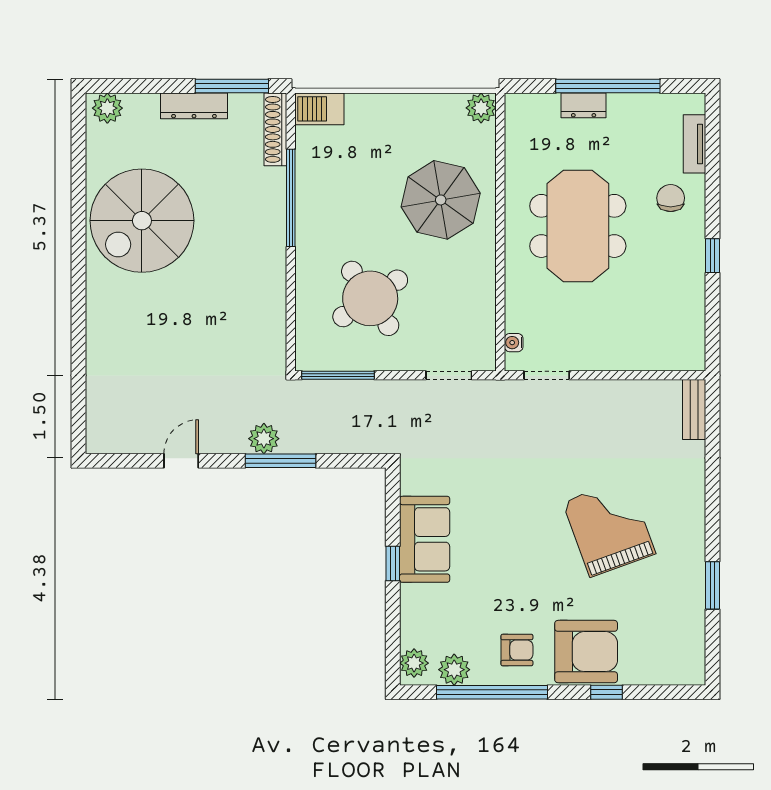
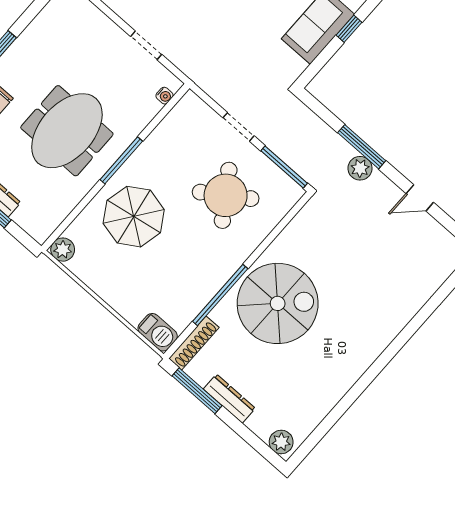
spiral stairs: (142, 221) -> (278, 303), moved
window: (500, 243) -> (121, 160), added
doorway: (449, 375) -> (239, 127), moved
doorway: (547, 375) -> (146, 45), moved

